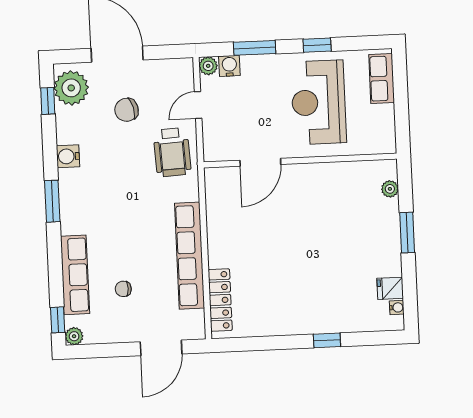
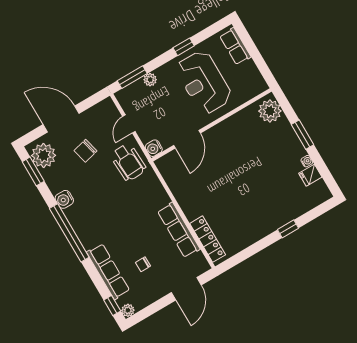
window: (255, 48) -> (132, 77), moved
plant: (208, 66) -> (150, 80), moved
water cooler: (229, 66) -> (154, 148), moved, turned -90
window: (48, 101) -> (33, 171), width x1.50
plant: (390, 189) -> (270, 111), width x1.88, depth x1.88
window: (52, 201) -> (69, 233), width x2.11
row of seats: (190, 256) -> (179, 230), width x0.73
water cooler: (397, 308) -> (307, 161), moved

